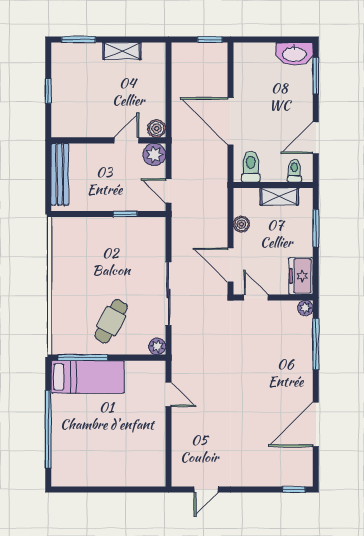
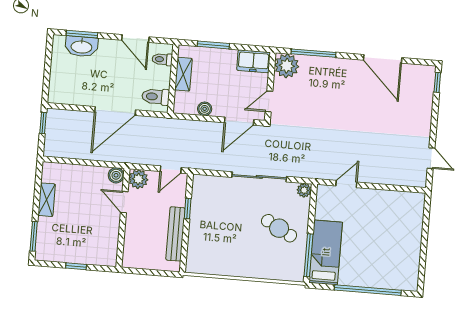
washbasin: (294, 54) -> (81, 46), moved, turned 90
bench: (60, 174) -> (175, 234), moved, turned 90
plant: (305, 308) -> (287, 66), width x1.88, depth x1.88

